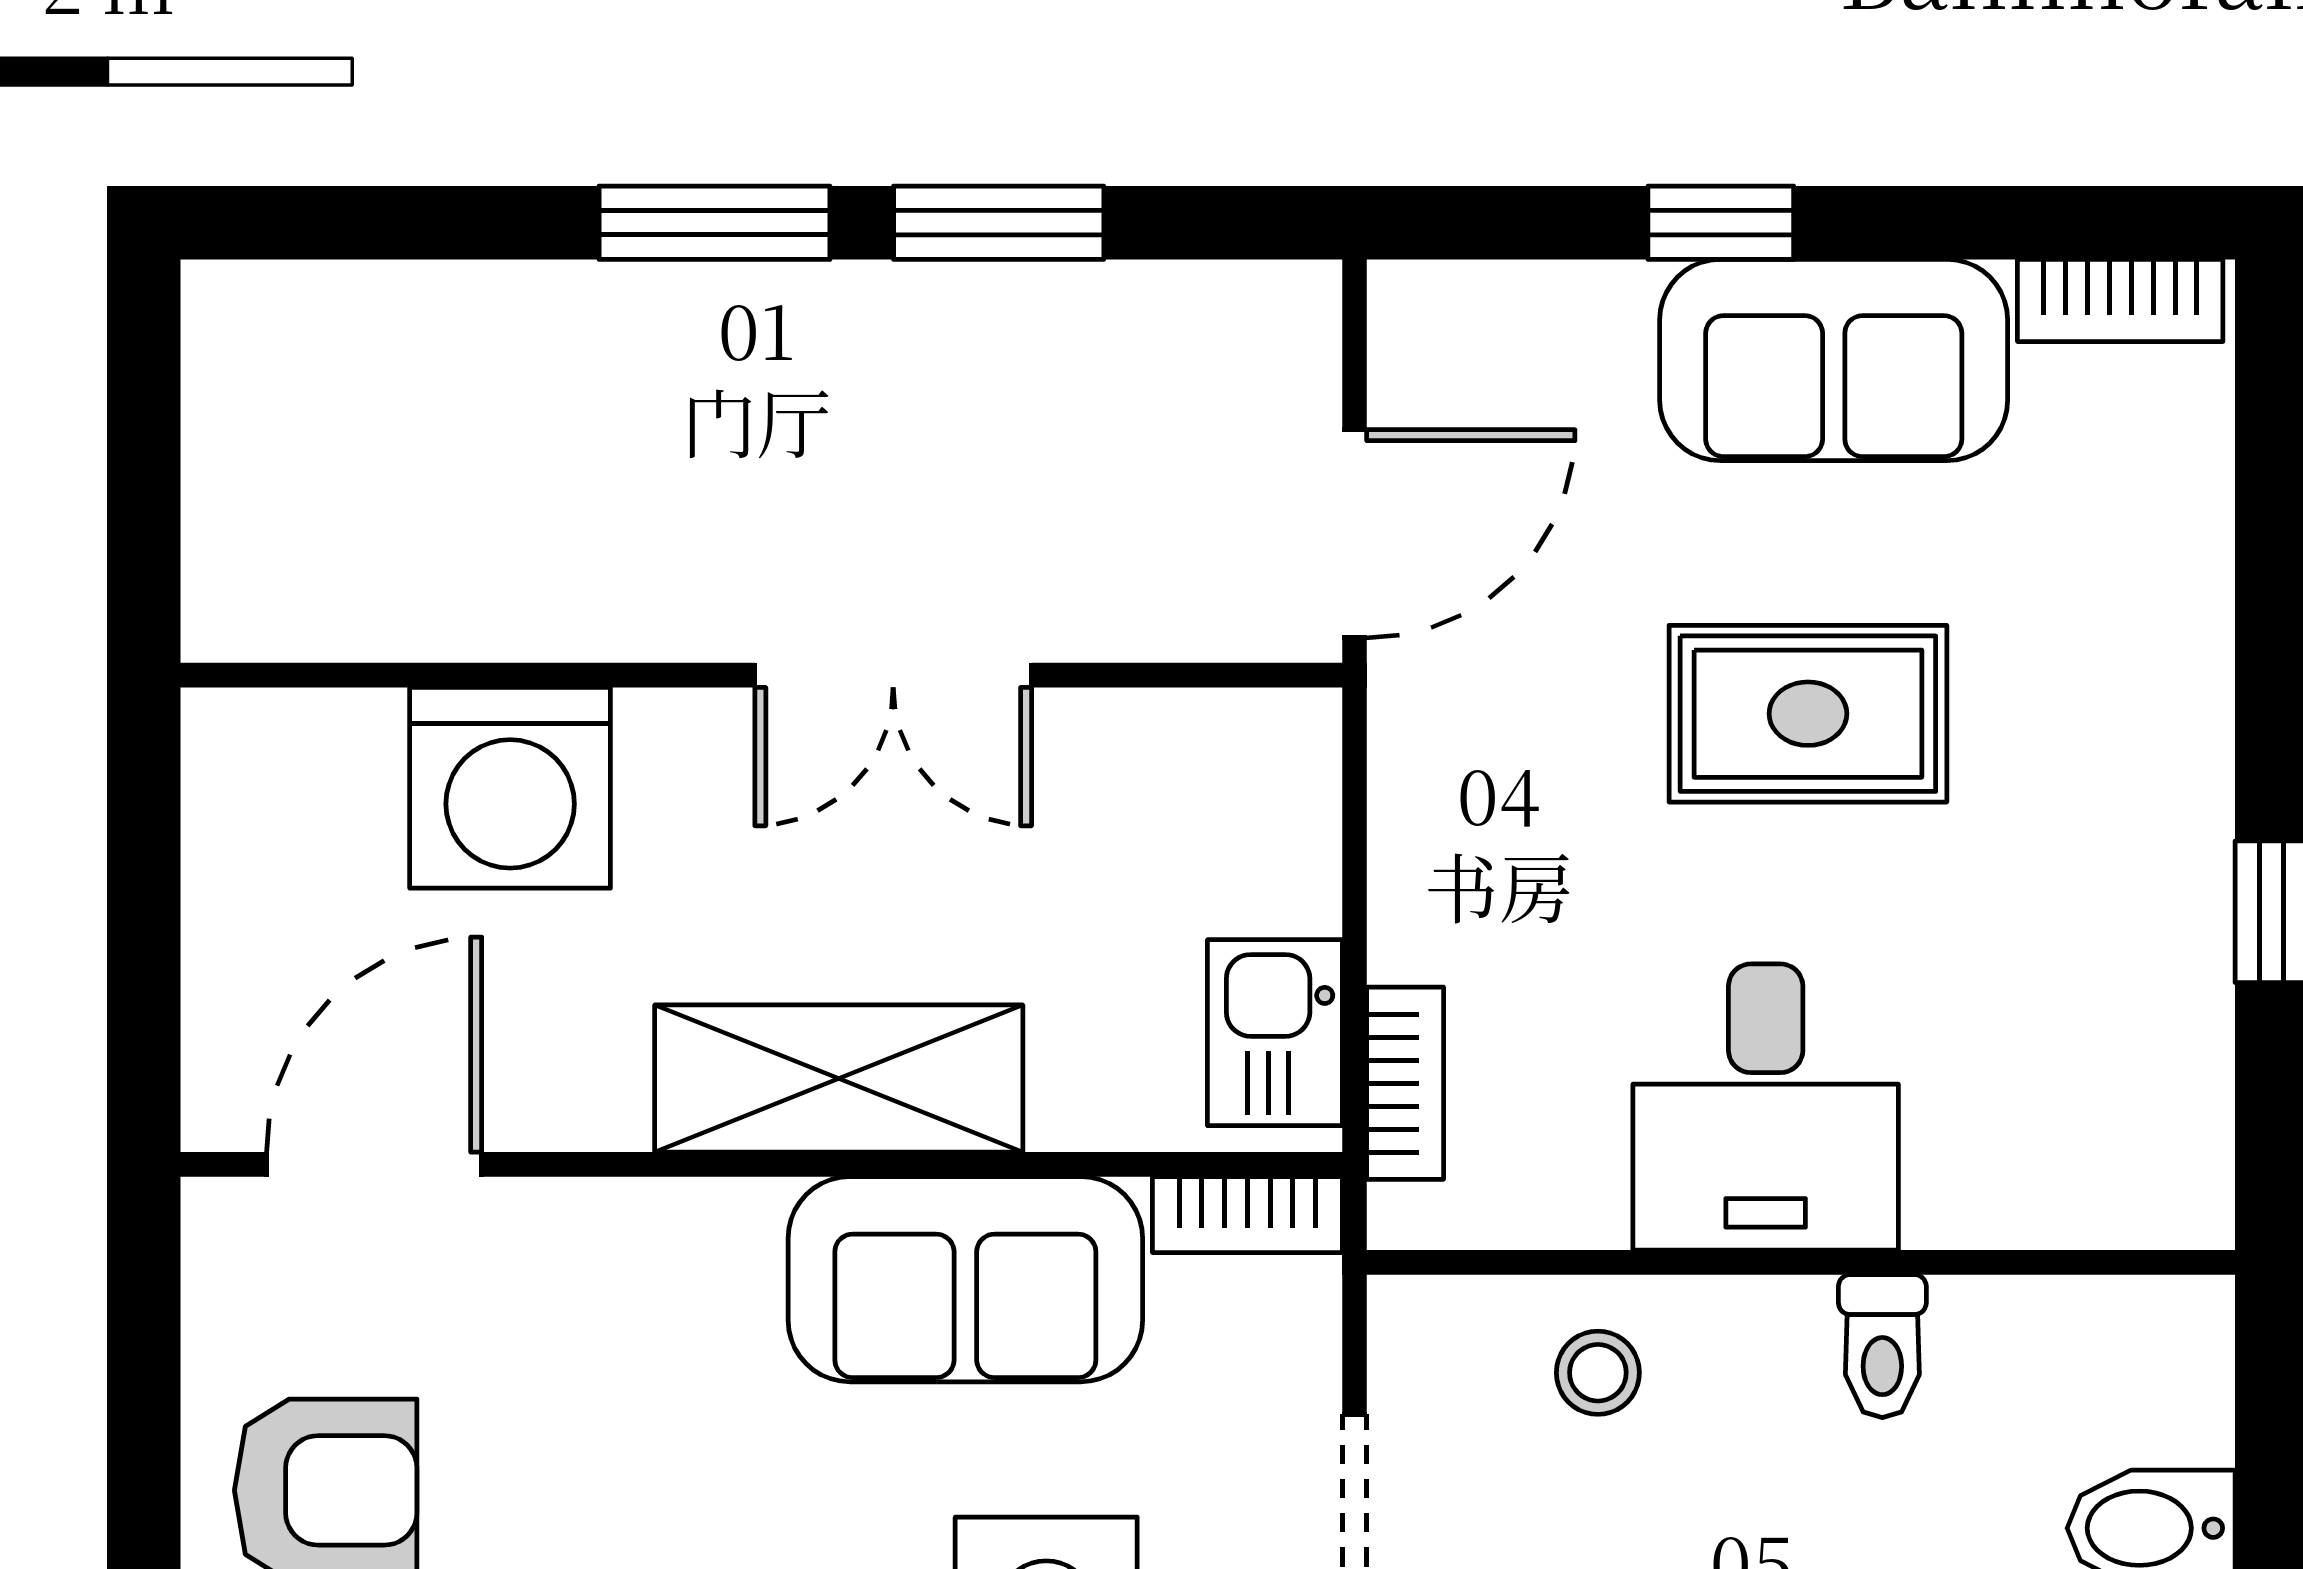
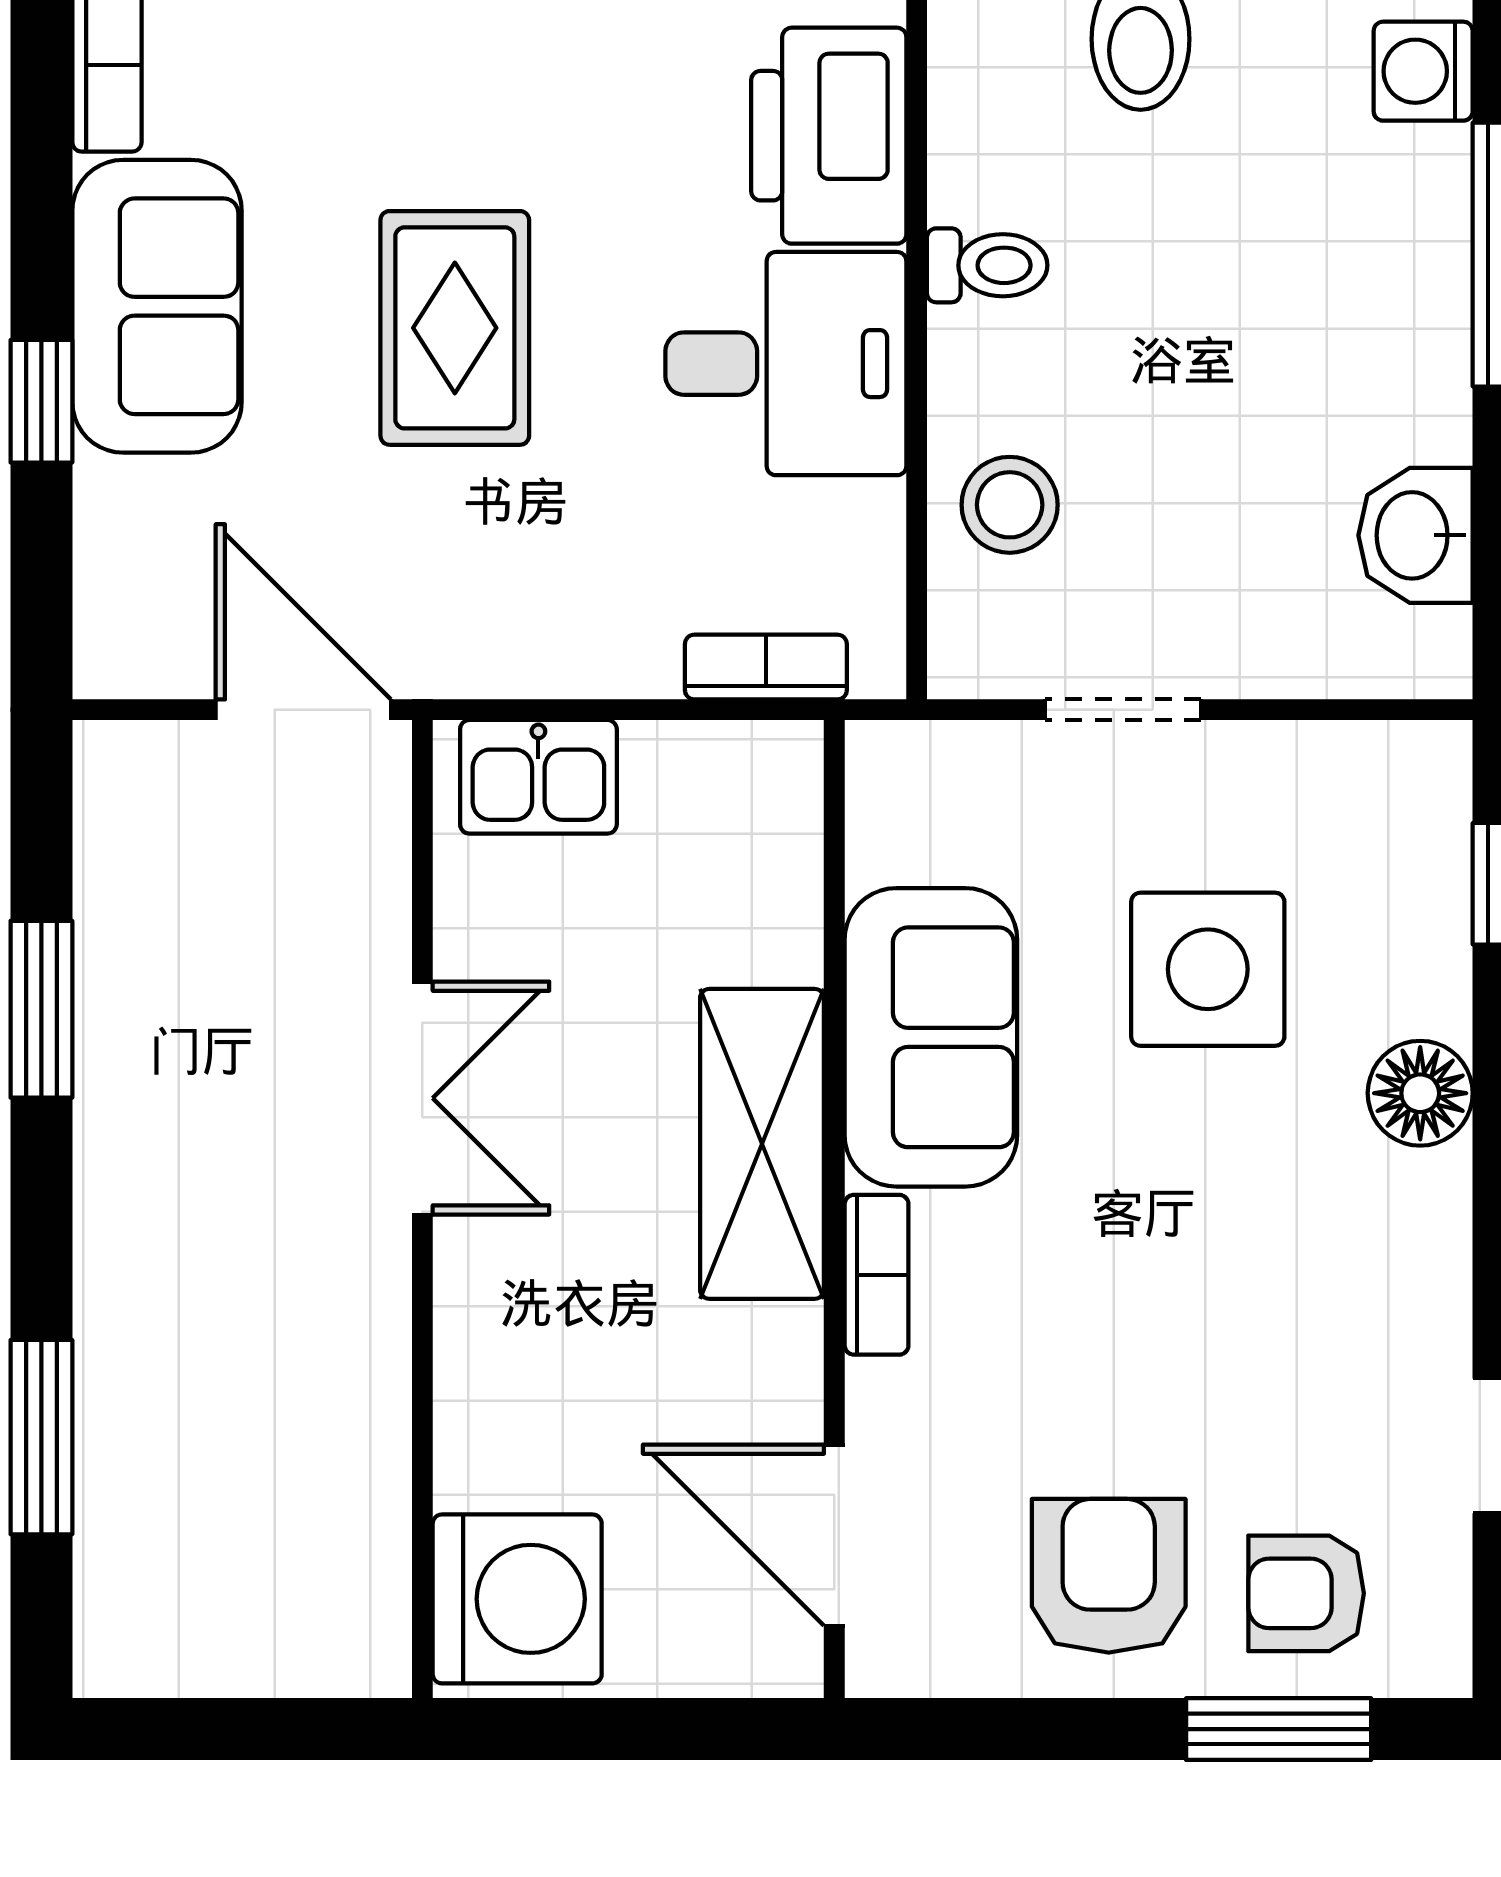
window: (715, 223) -> (41, 1437), moved
washing machine: (510, 788) -> (517, 1599), moved
kitchen sink: (1275, 1033) -> (538, 777), moved
printer: (2036, 1158) -> (829, 136), added
bookcase: (1247, 1215) -> (877, 1275), moved
stool: (1598, 1373) -> (1010, 505), width x1.37, depth x1.37

